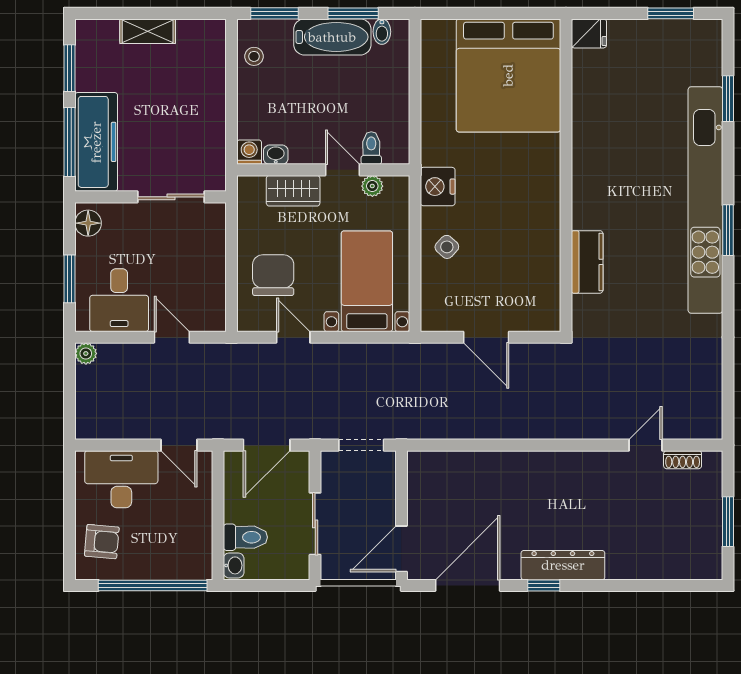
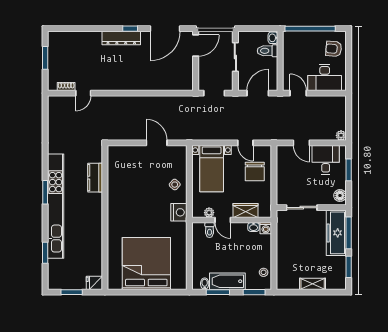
fridge: (589, 33) -> (94, 283), moved
wall: (566, 175) -> (105, 218), moved
kitchen counter: (587, 262) -> (95, 178), moved

